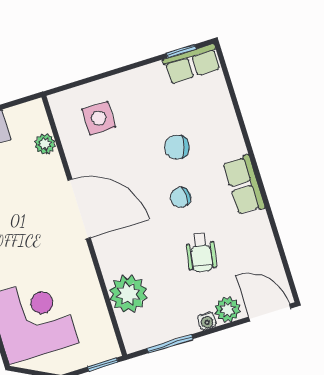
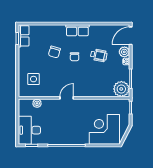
door: (79, 209) -> (67, 98), width x0.53
plant: (128, 294) -> (121, 89), moved

